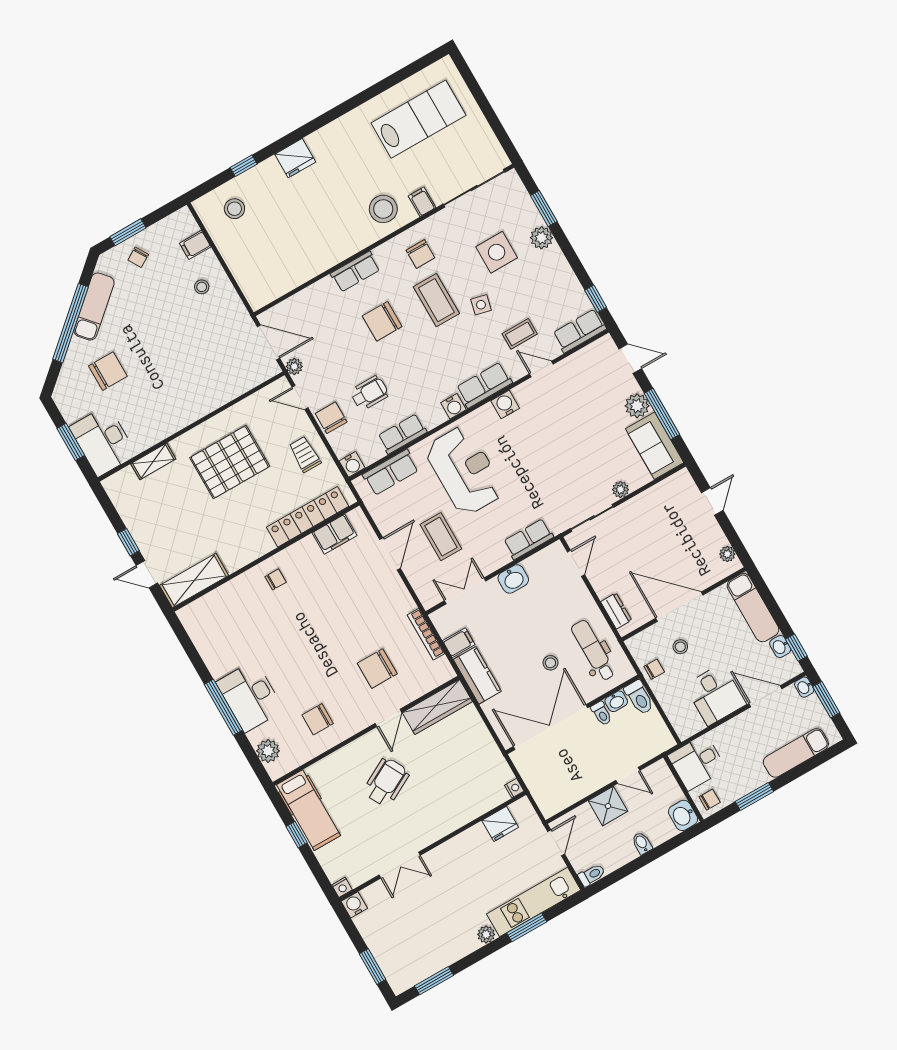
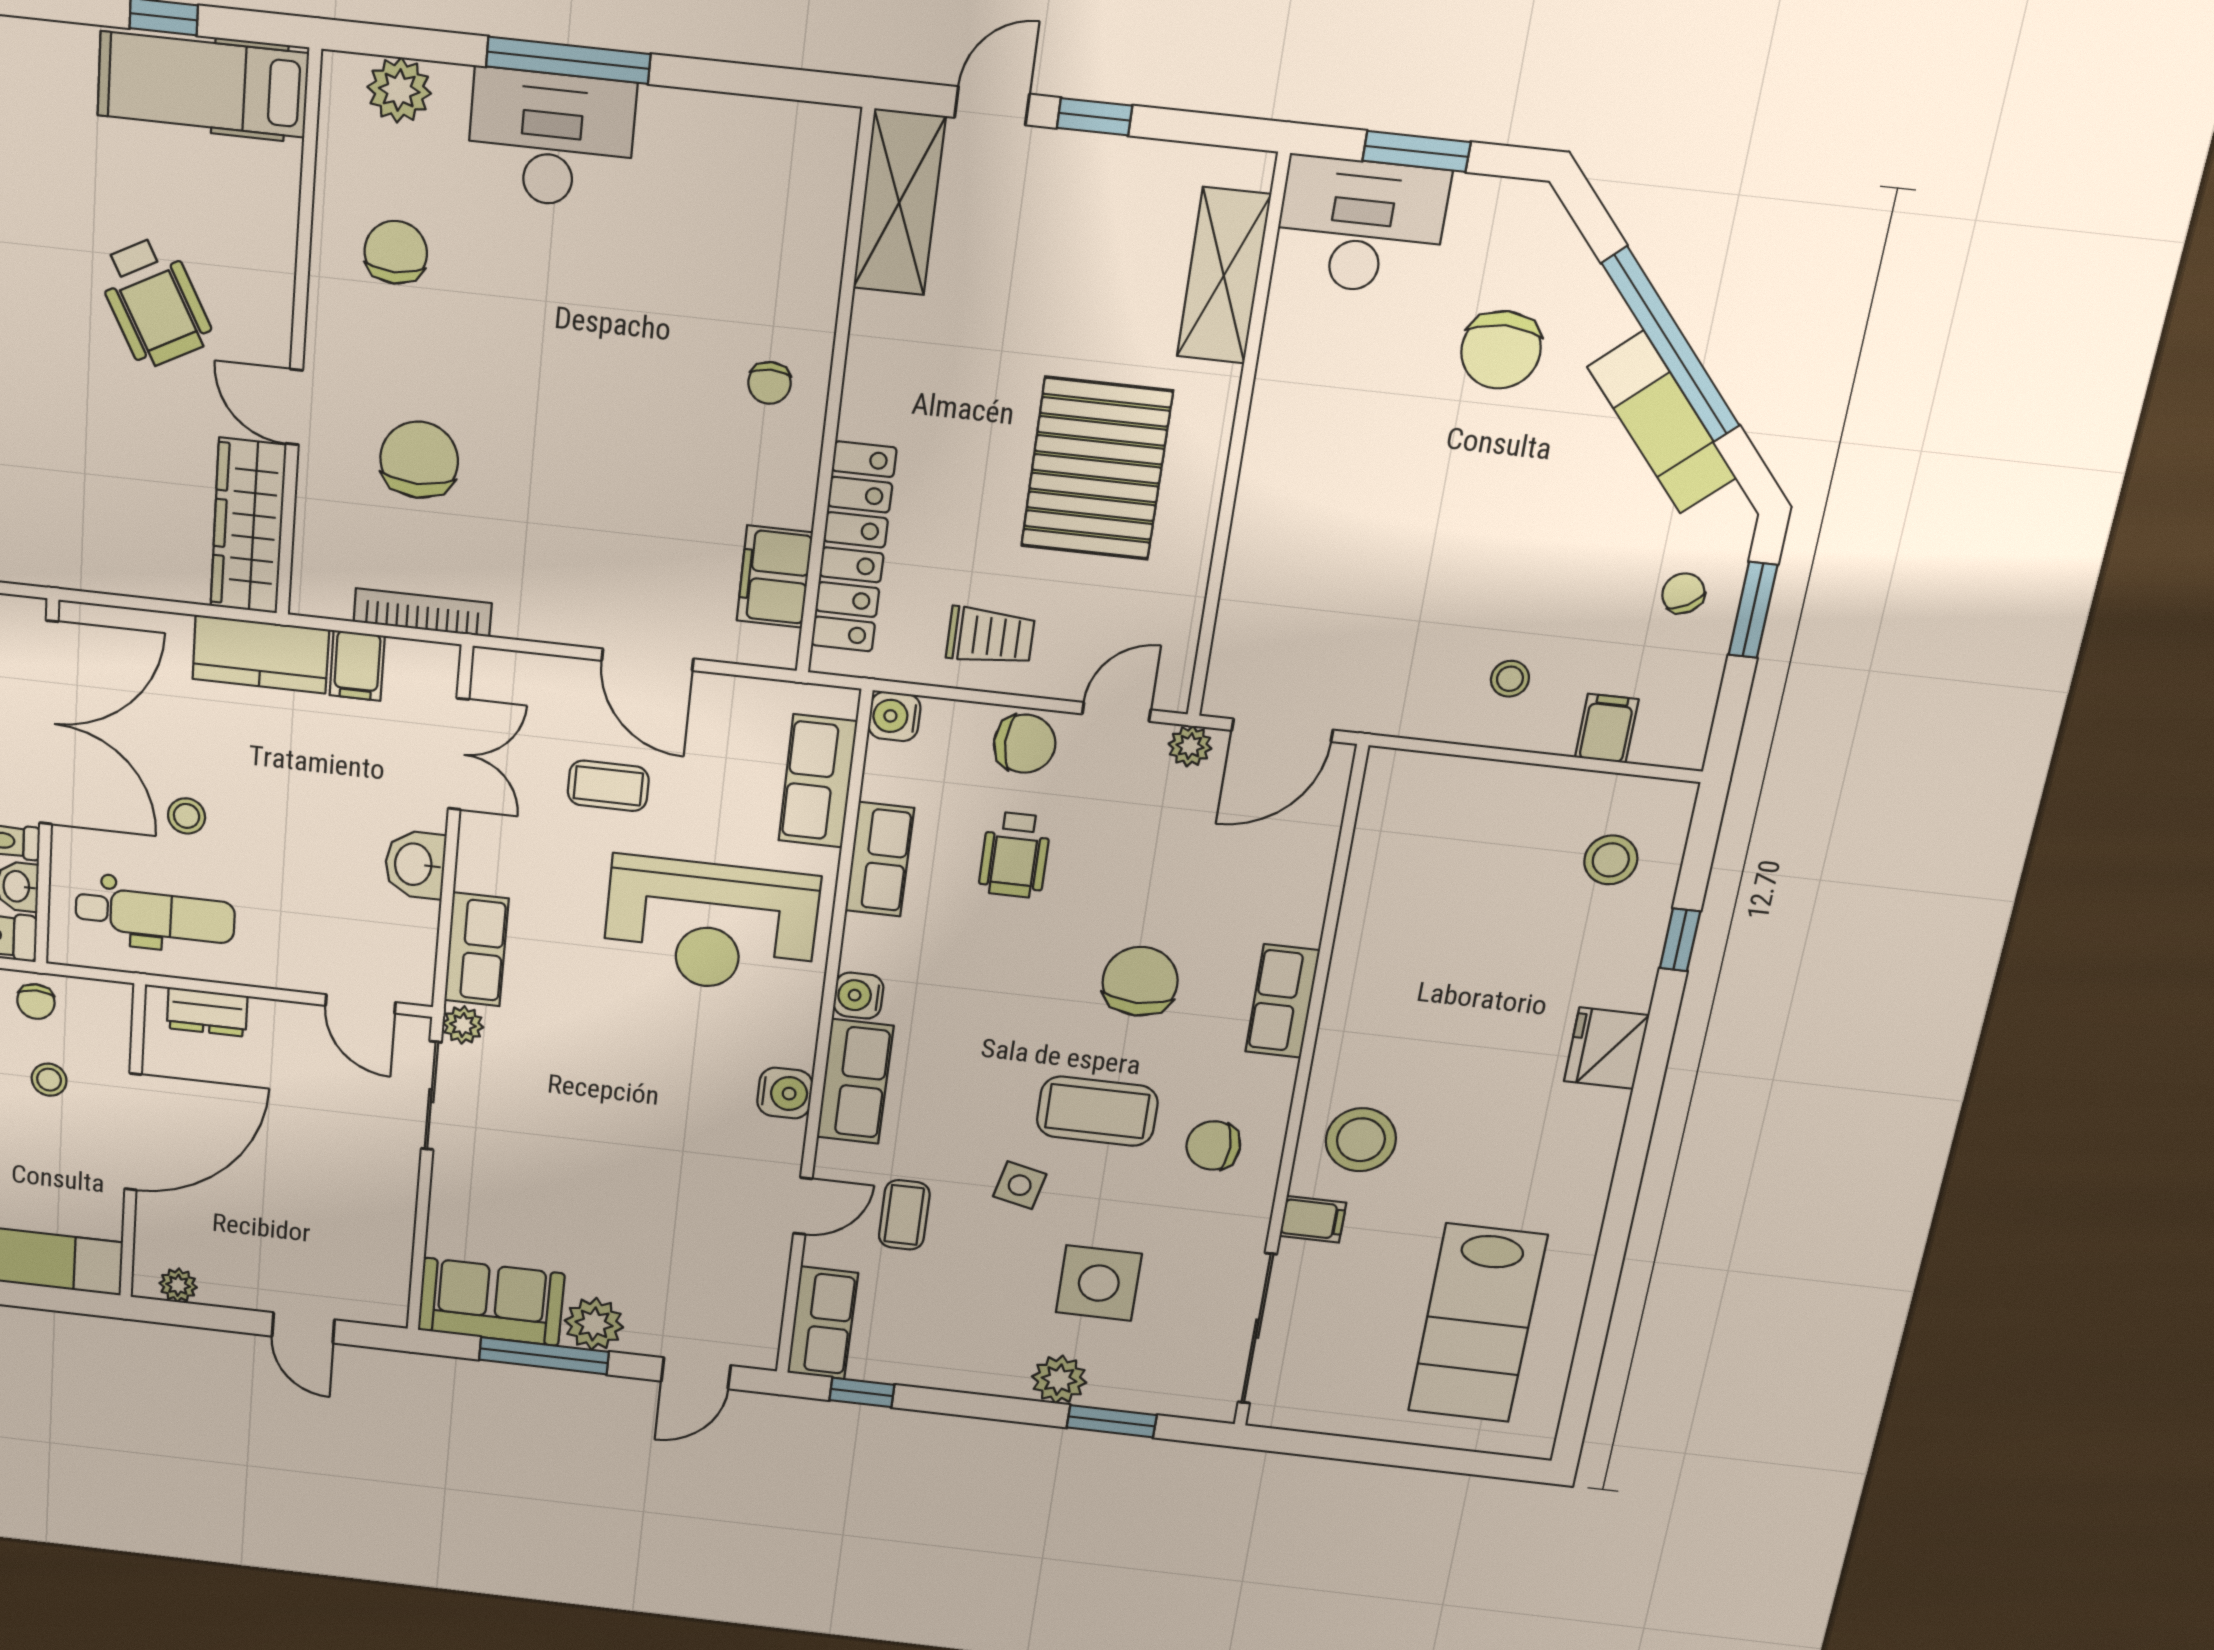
shelving: (153, 461) -> (1224, 276), width x1.50, depth x1.33
plant: (620, 490) -> (463, 1025), moved
coffee table: (441, 537) -> (608, 786), width x0.73, depth x0.77

